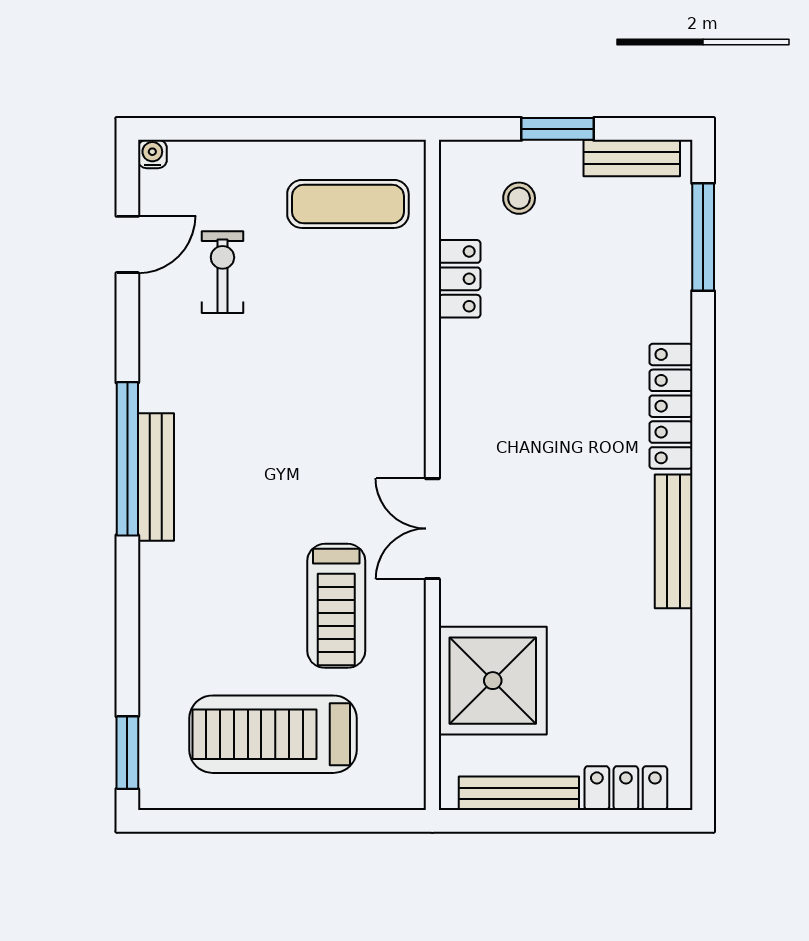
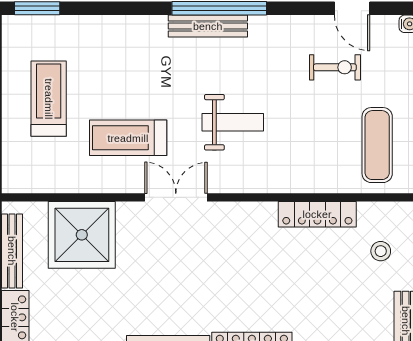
locker: (460, 279) -> (317, 214), width x1.53
weight bench: (311, 437) -> (233, 122), added
treadmill: (273, 734) -> (49, 99), width x0.73, depth x0.73

